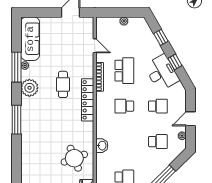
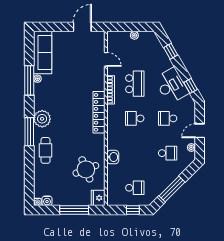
window: (175, 62) -> (190, 86), moved
cafe table: (63, 84) -> (46, 150), moved
plant: (29, 88) -> (42, 119), moved
school desk: (158, 106) -> (168, 118), turned 180

